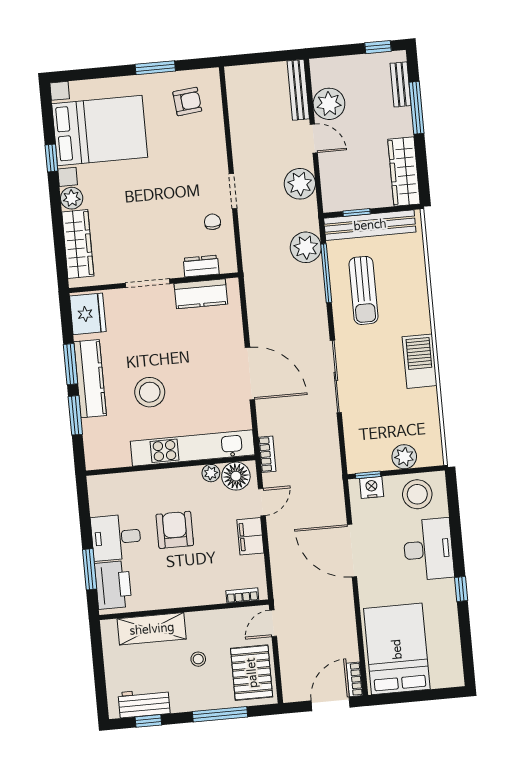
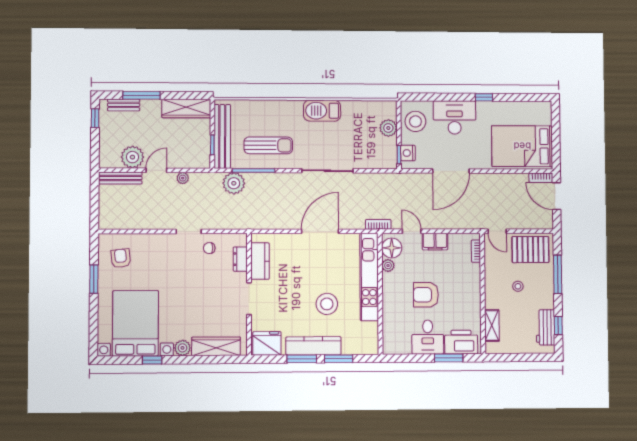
plant: (300, 184) -> (183, 178), width x0.53, depth x0.53
shelving: (152, 629) -> (492, 325), width x0.67, depth x0.75

